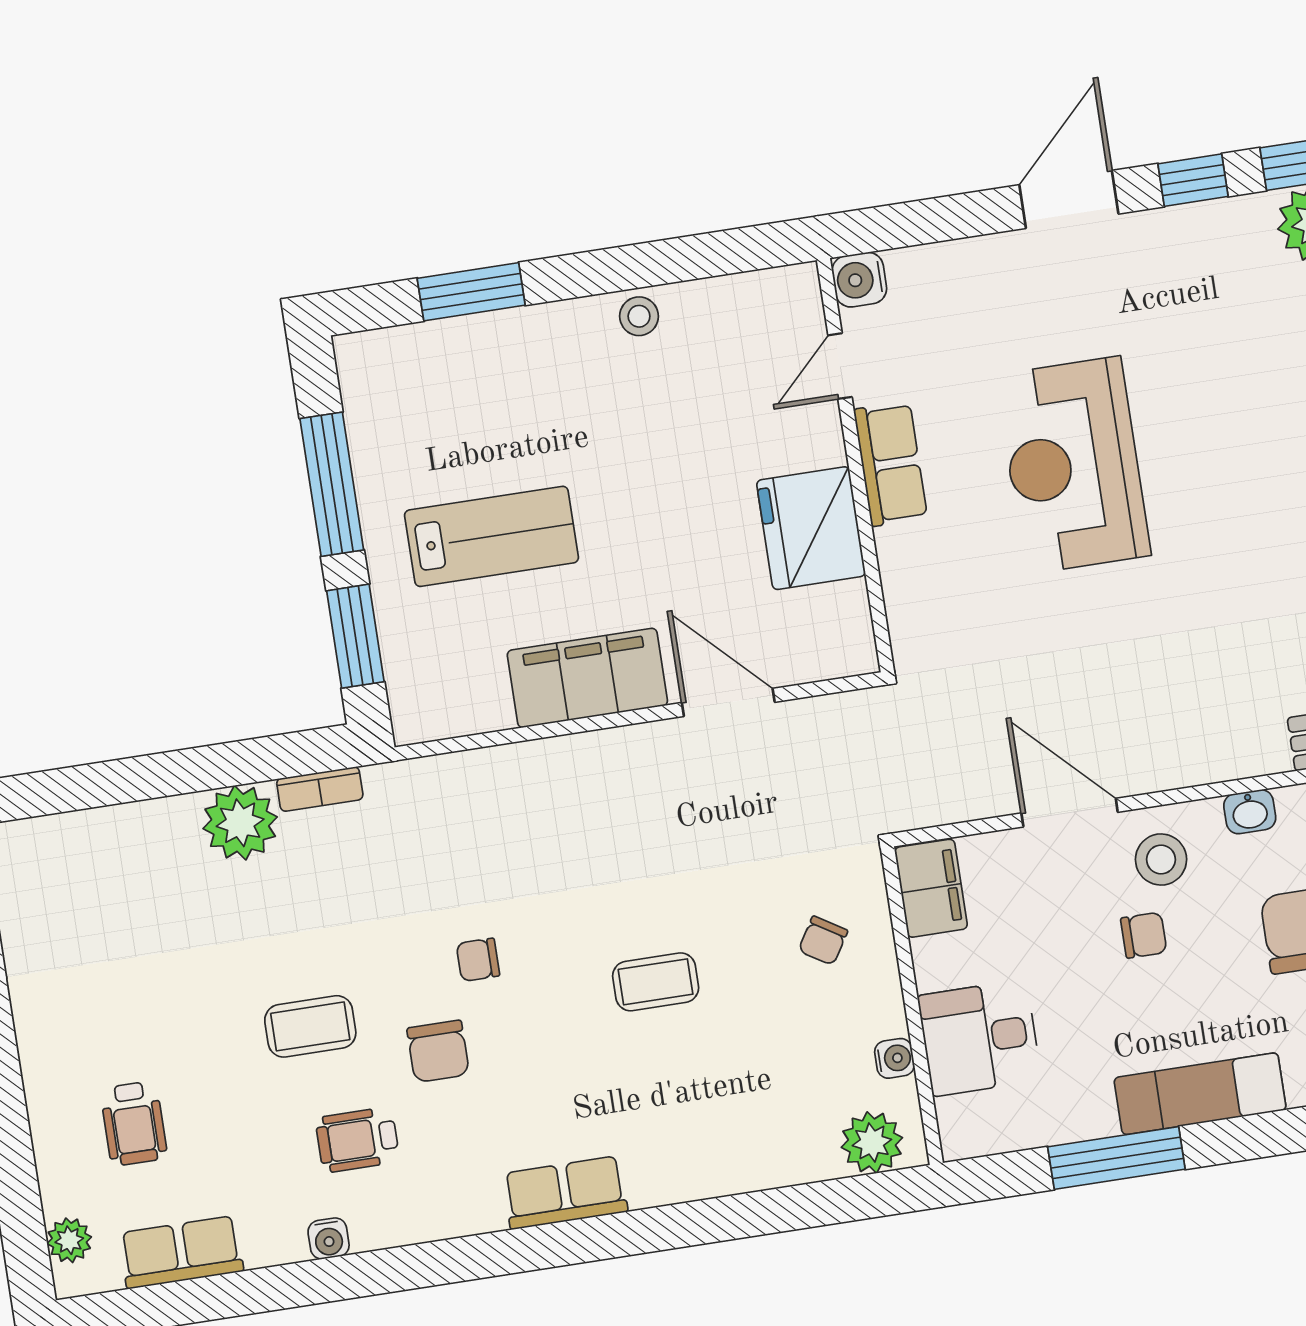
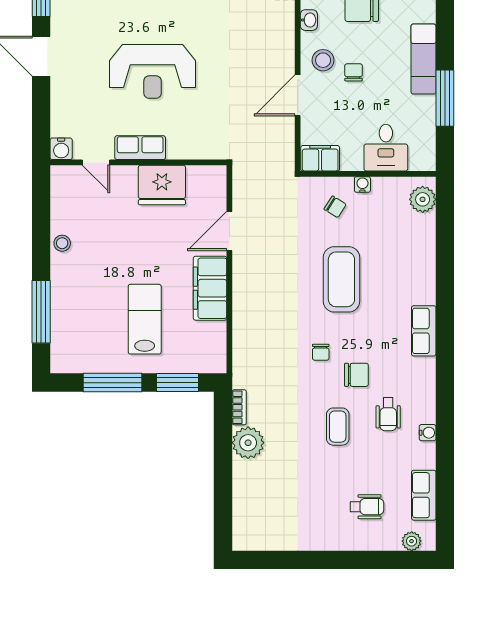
window: (471, 292) -> (41, 312), width x1.44
coffee table: (656, 982) -> (341, 279), width x1.86, depth x1.72
water cooler: (894, 1058) -> (362, 184), moved

